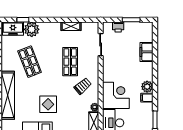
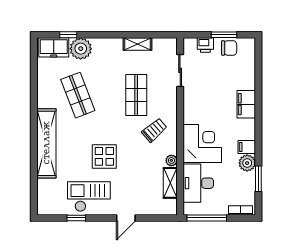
chair: (135, 29) -> (229, 48), added
filing cabinet: (147, 52) -> (246, 104), moved
plant: (147, 87) -> (247, 163), moved

